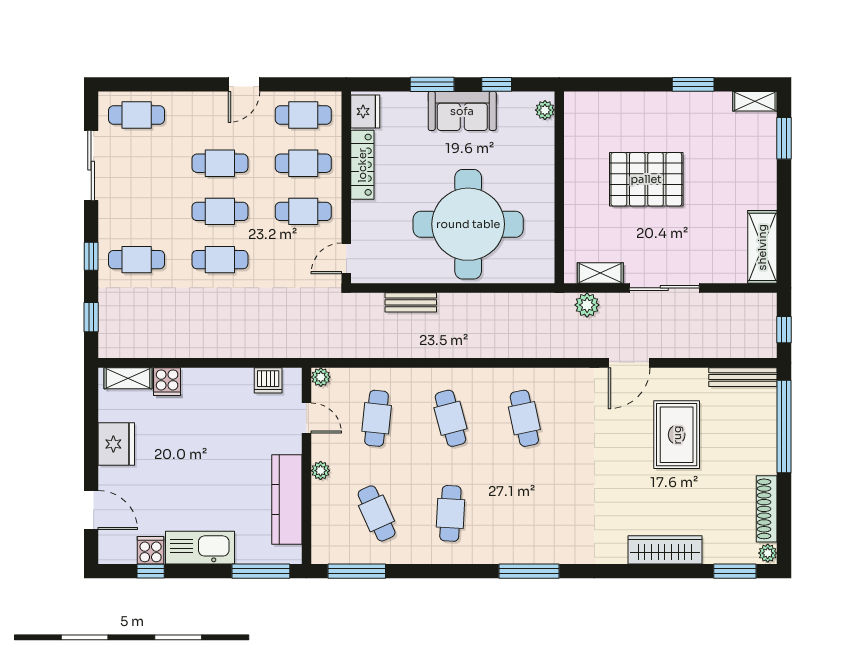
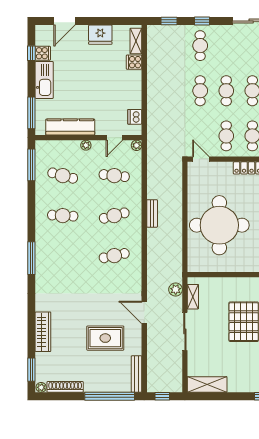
bench: (411, 302) -> (152, 213), moved
cafe table: (377, 513) -> (63, 176), turned 39

